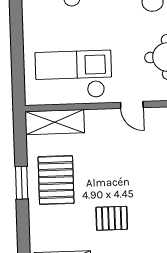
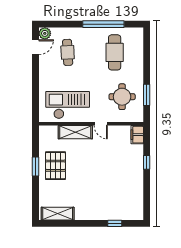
shelving: (55, 122) -> (75, 132), moved
pallet: (112, 218) -> (87, 189), removed

